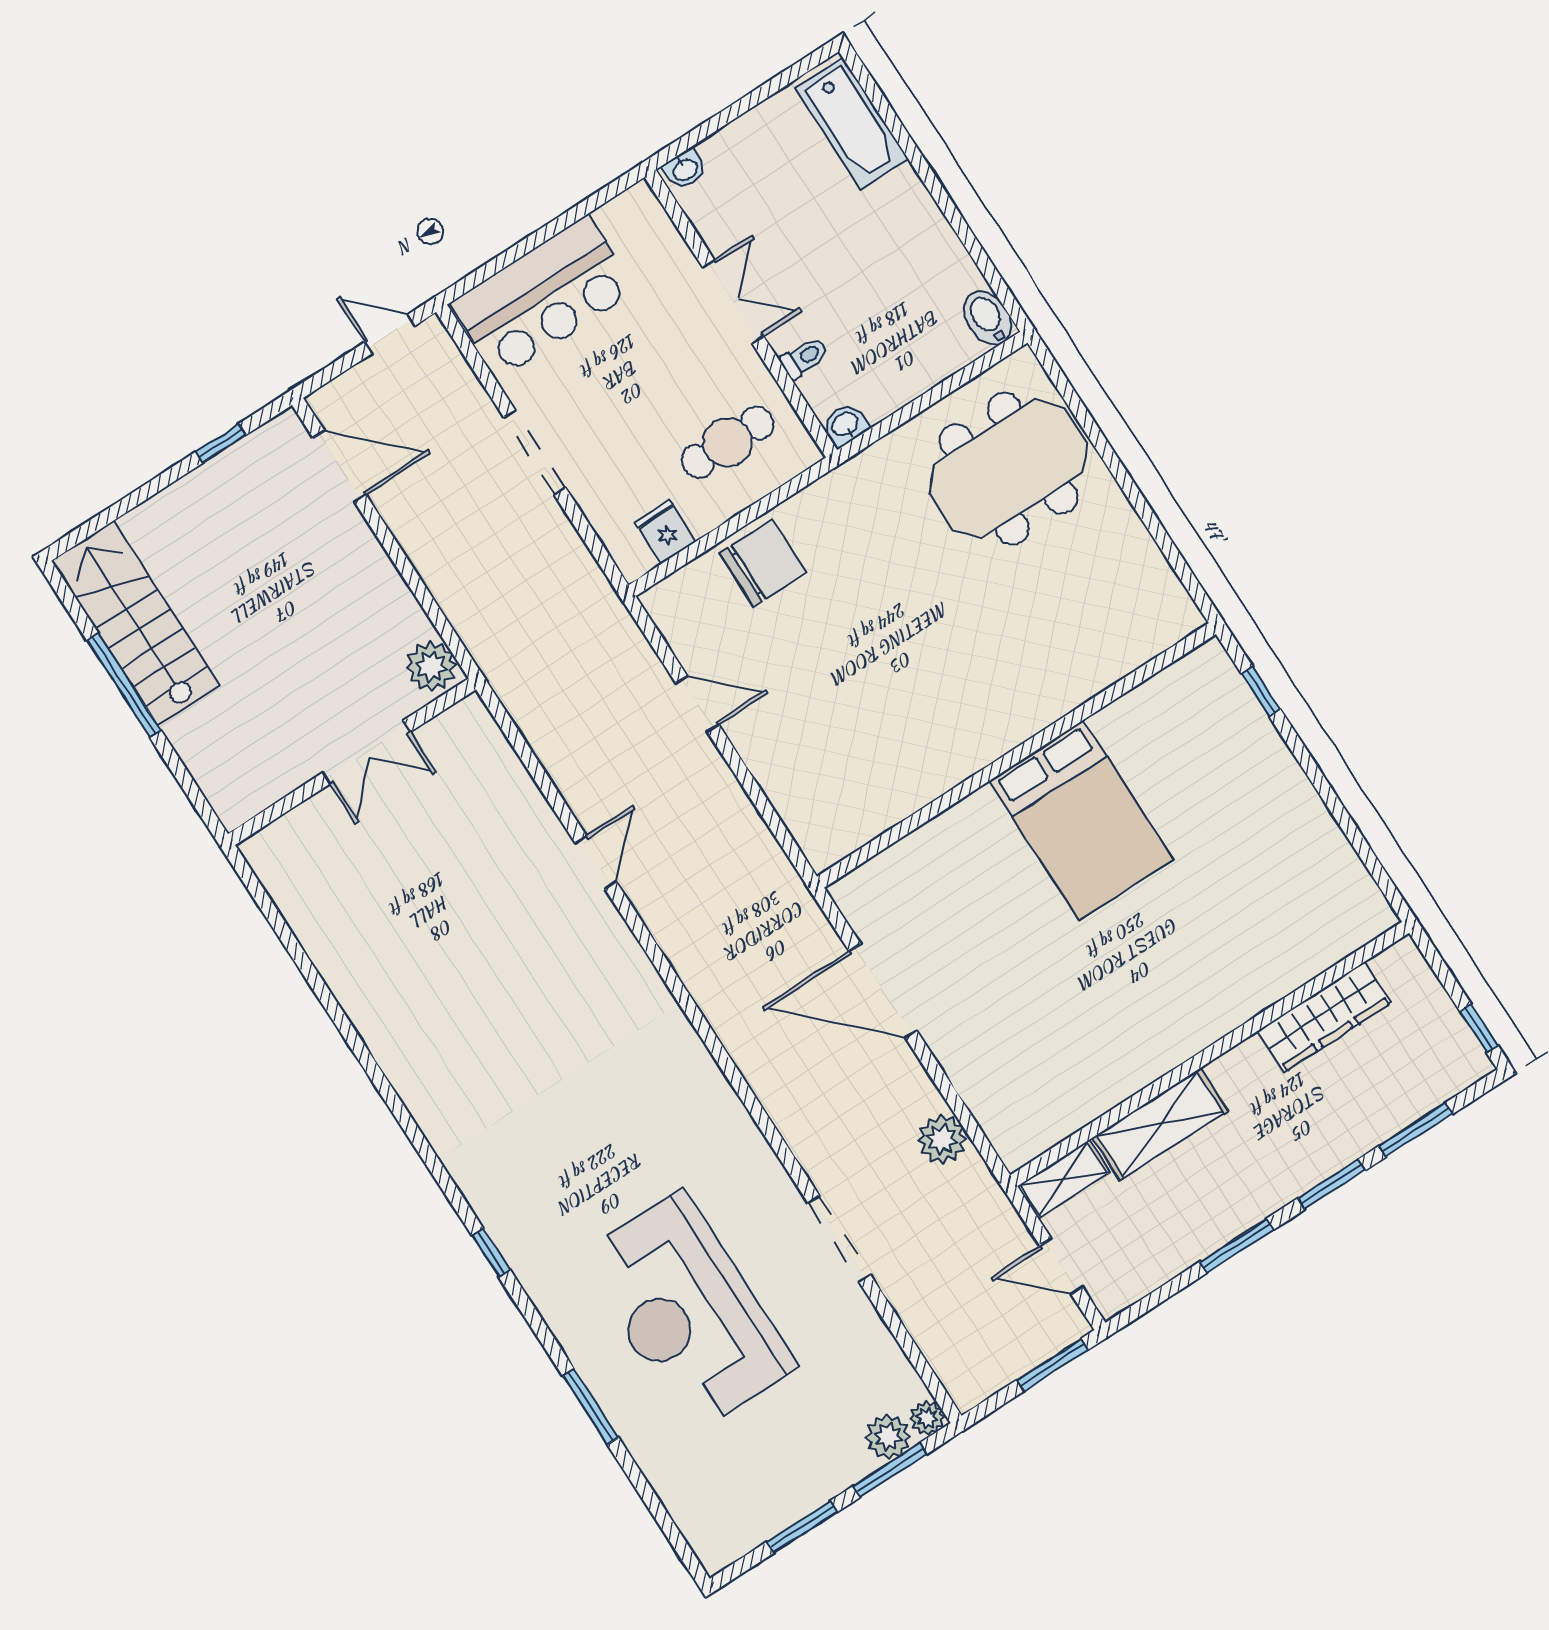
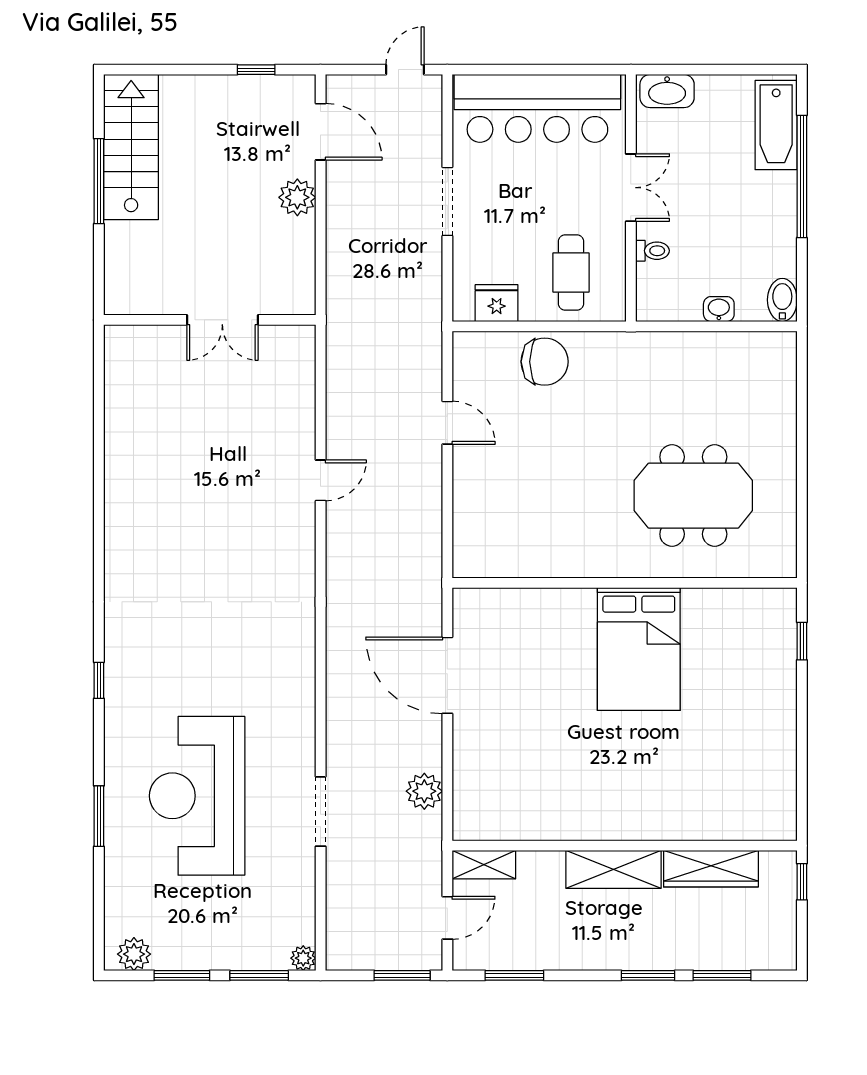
window: (919, 163) -> (802, 176), added
washbasin: (685, 169) -> (667, 91), width x1.91, depth x1.45
bar counter: (544, 297) -> (537, 108), width x1.36
door: (390, 334) -> (405, 70), hinge flipped
washbasin: (845, 425) -> (719, 309), moved
cafe table: (728, 442) -> (571, 272), turned 90
meeting table: (1008, 469) -> (693, 496), moved
fridge: (665, 532) -> (497, 303), width x1.38
plant: (431, 666) -> (297, 197), moved
window: (1479, 1028) -> (802, 882), moved
shelving: (1160, 1124) -> (614, 869), moved
window: (1237, 1246) -> (514, 975), moved
door: (1061, 1266) -> (447, 918), swing flipped
plant: (888, 1437) -> (134, 954), moved

